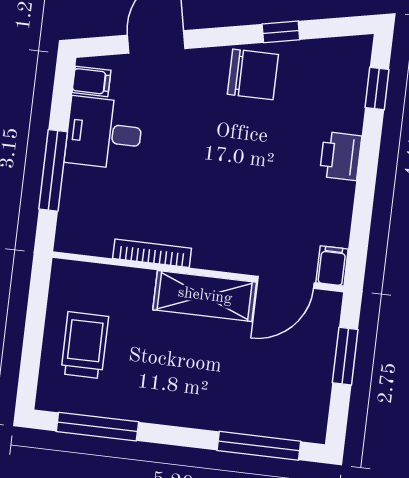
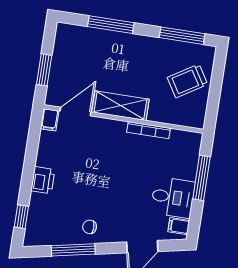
window: (281, 32) -> (73, 250), width x2.17
chair: (253, 74) -> (90, 227), width x0.54, depth x0.54
trolley: (85, 345) -> (187, 81), turned 58
window: (259, 446) -> (111, 25), moved

